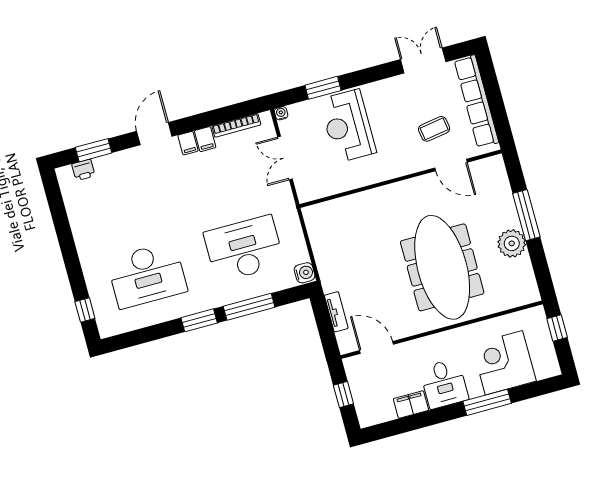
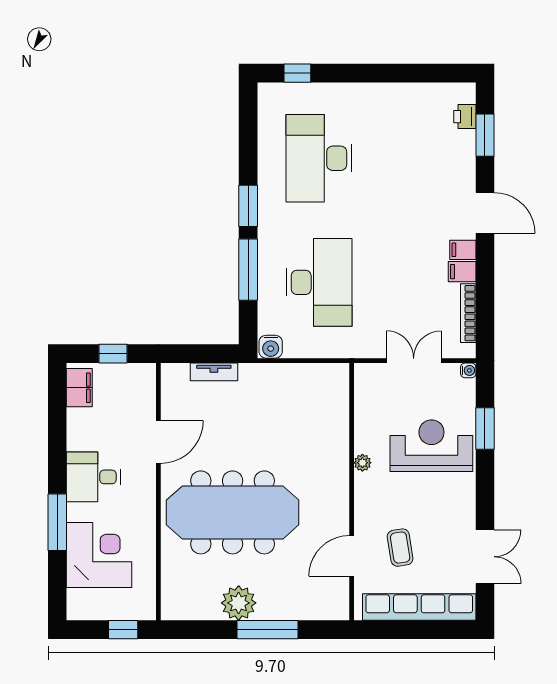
plant: (376, 176) -> (362, 463), added
door: (376, 347) -> (158, 442), moved
filing cabinet: (411, 404) -> (79, 388), moved

